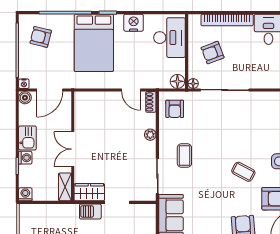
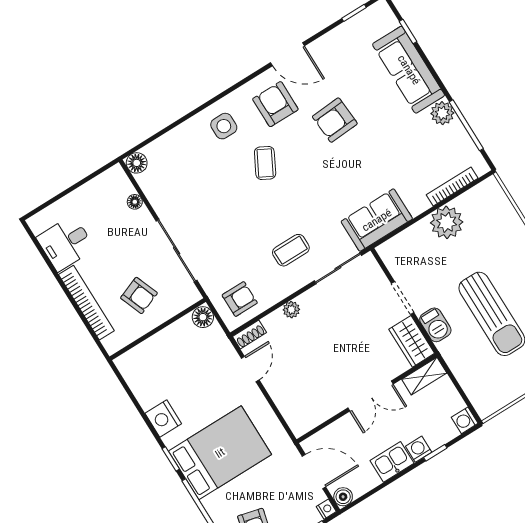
desk: (169, 38) -> (154, 362), removed
floor lamp: (193, 84) -> (135, 202), moved

